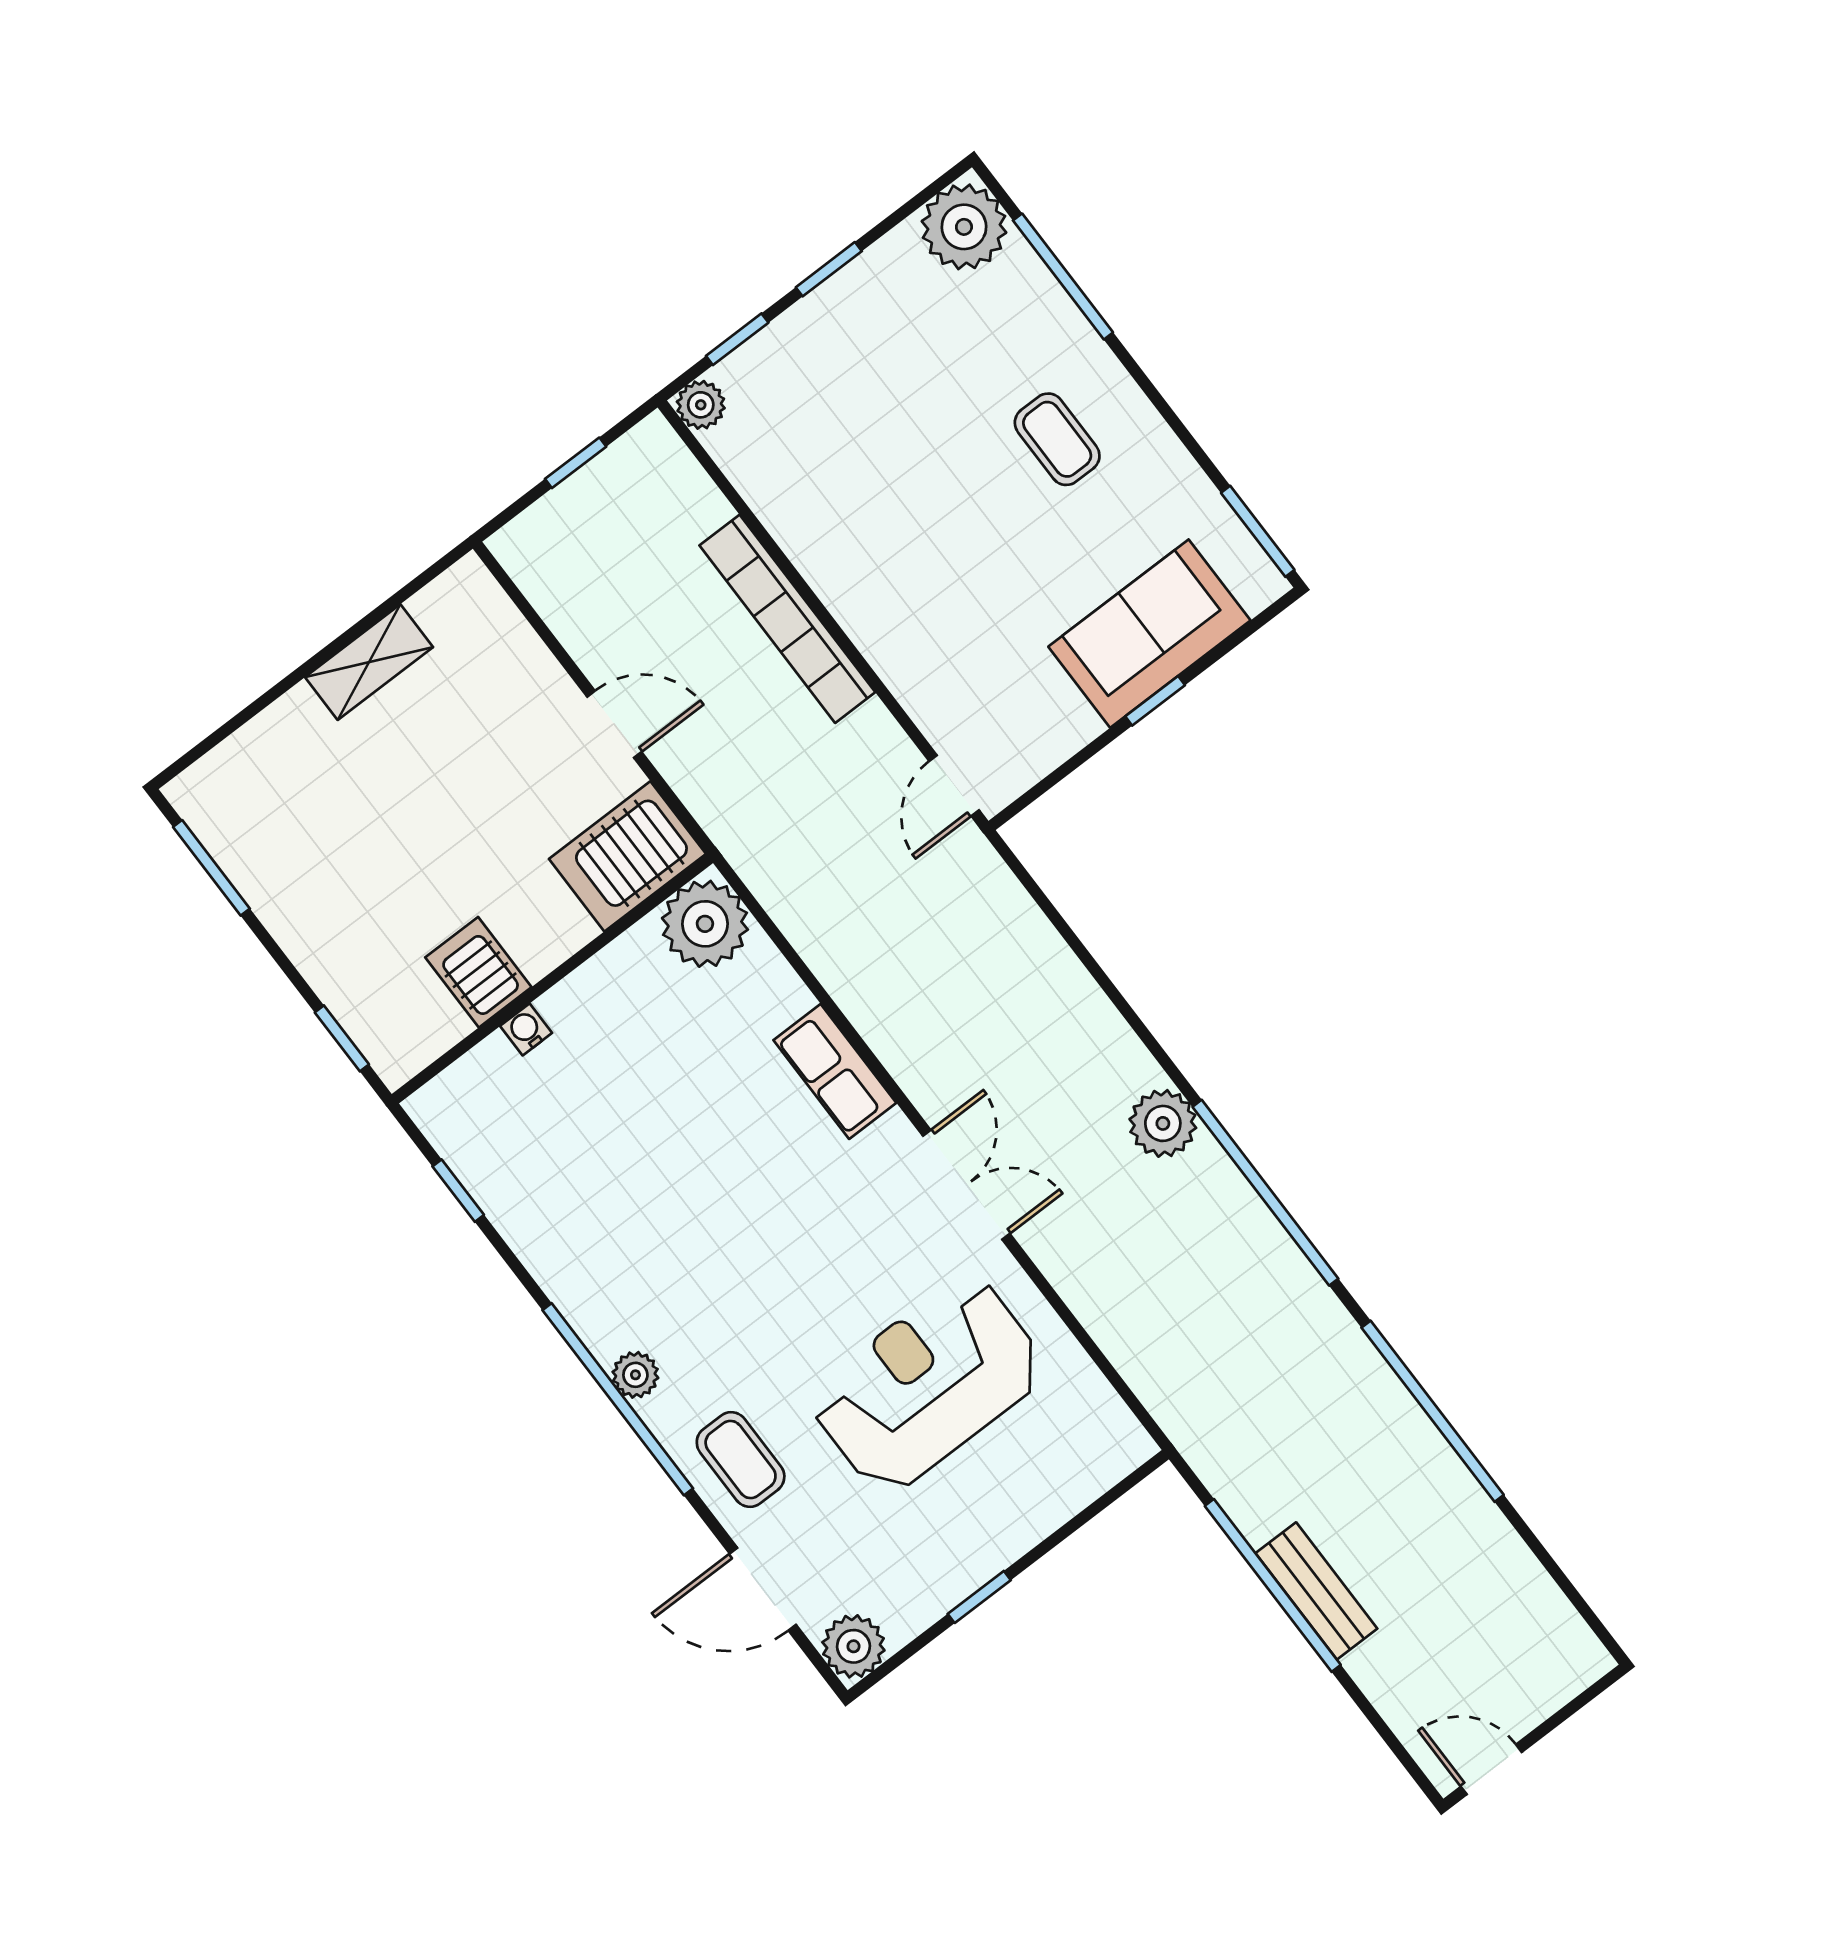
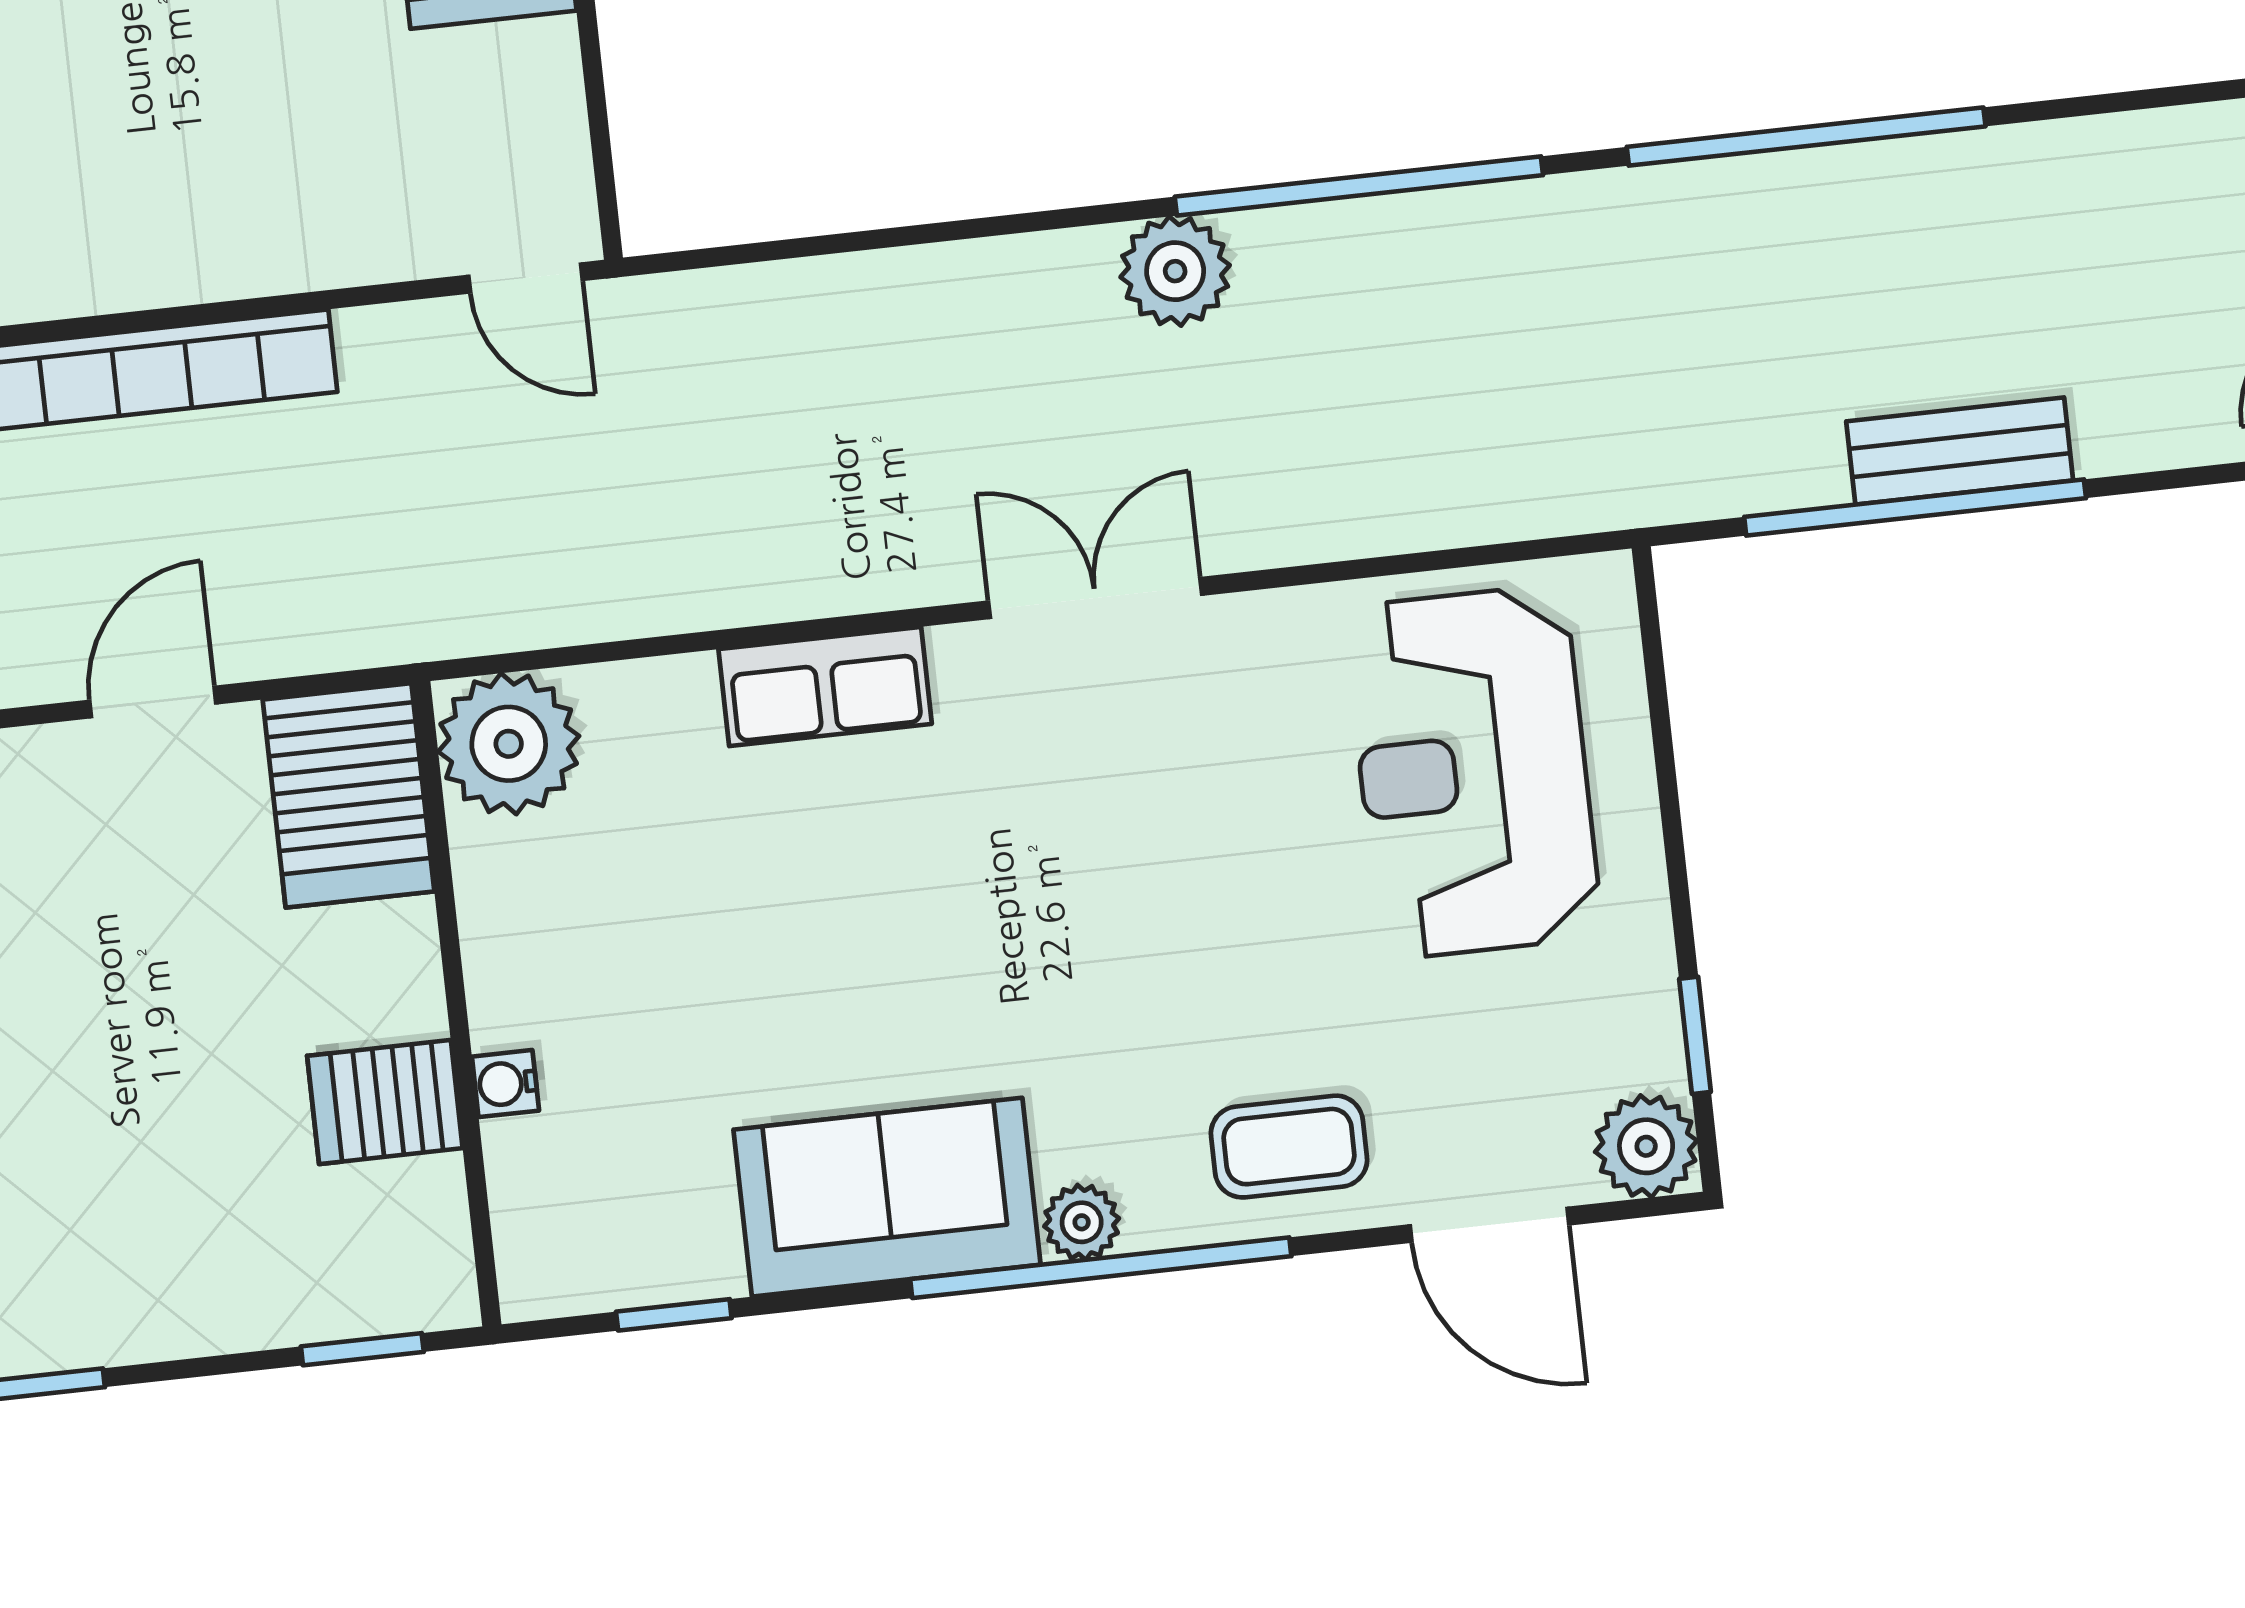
sofa: (587, 1265) -> (887, 1197), added
reception desk: (928, 1384) -> (1473, 772), moved
door: (763, 1589) -> (1489, 1225), hinge flipped
window: (979, 1597) -> (1695, 1035), moved

